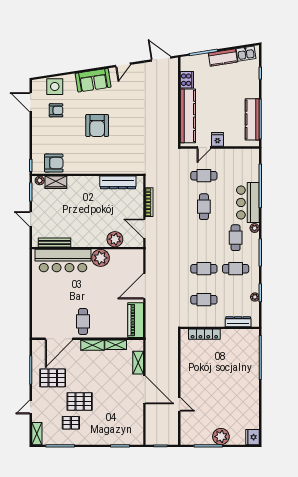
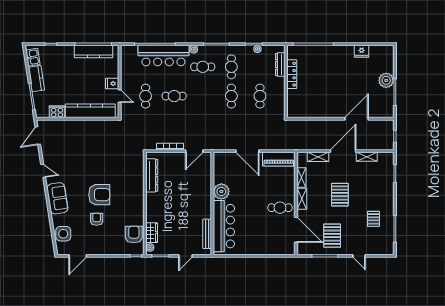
armchair: (56, 110) -> (97, 219), moved
bar counter: (248, 202) -> (163, 55), width x1.36
plant: (115, 239) -> (204, 178), removed
locker: (204, 334) -> (292, 74), moved
pallet: (80, 401) -> (340, 195), moved
door: (179, 404) -> (356, 119), width x1.88
shelving: (37, 434) -> (367, 157), moved
fridge: (252, 437) -> (362, 51), moved

